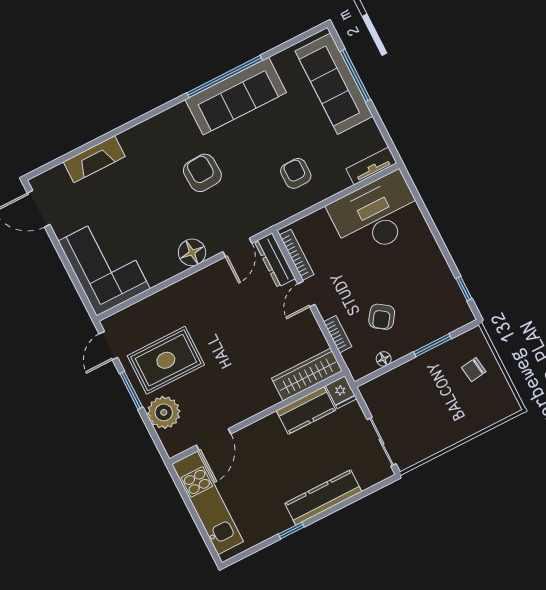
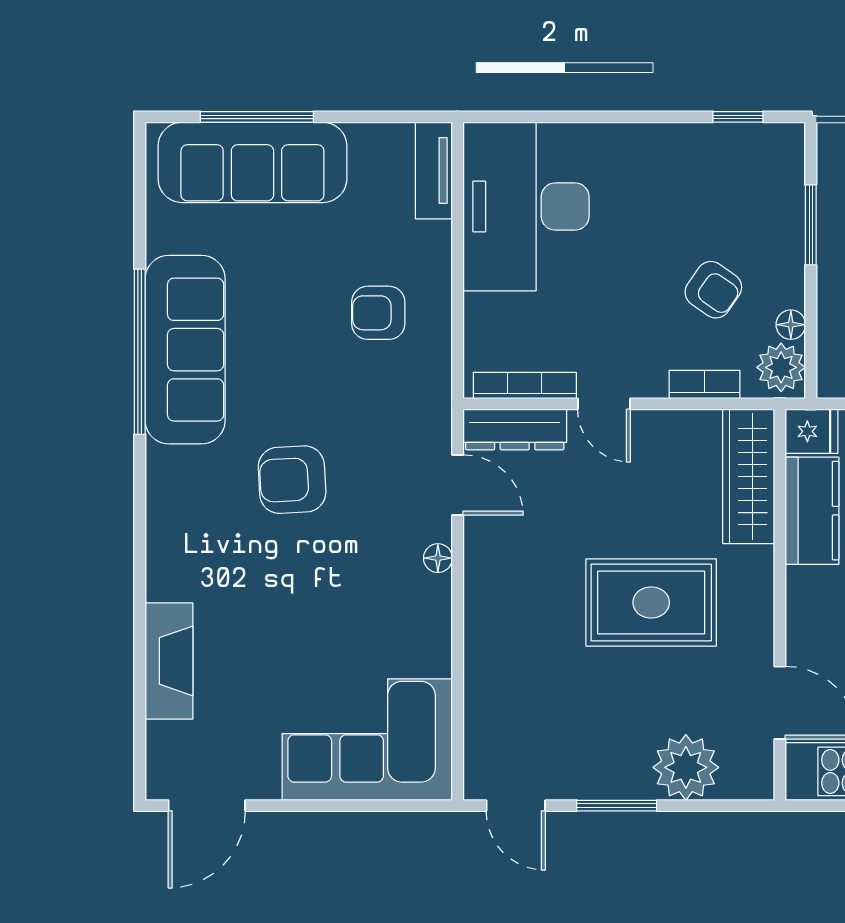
floor lamp: (192, 252) -> (438, 558), width x0.53, depth x0.53
rug: (166, 360) -> (651, 602), moved, turned 90
plant: (363, 364) -> (781, 367), added

